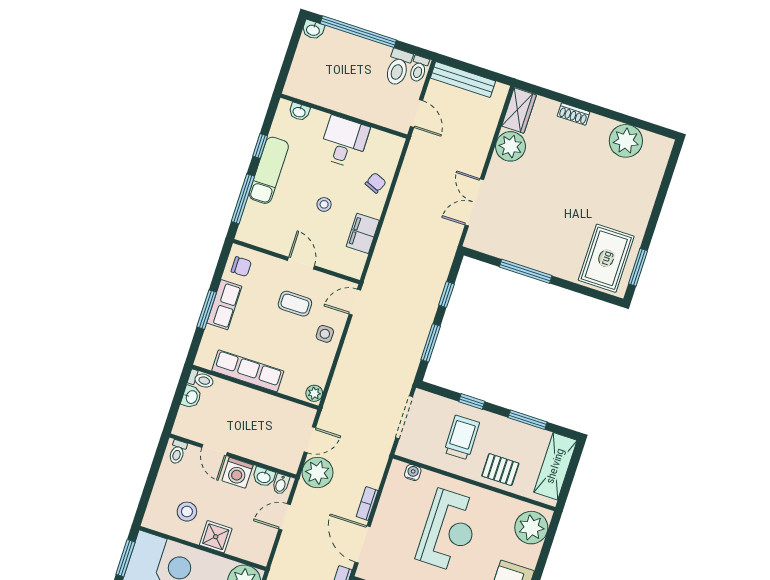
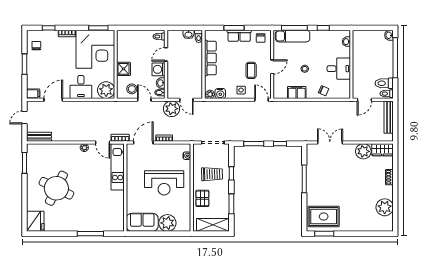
exam couch: (269, 170) -> (293, 36), moved
water cooler: (319, 374) -> (220, 93), added
stool: (187, 512) -> (132, 89), moved
plant: (531, 528) -> (167, 223), moved

